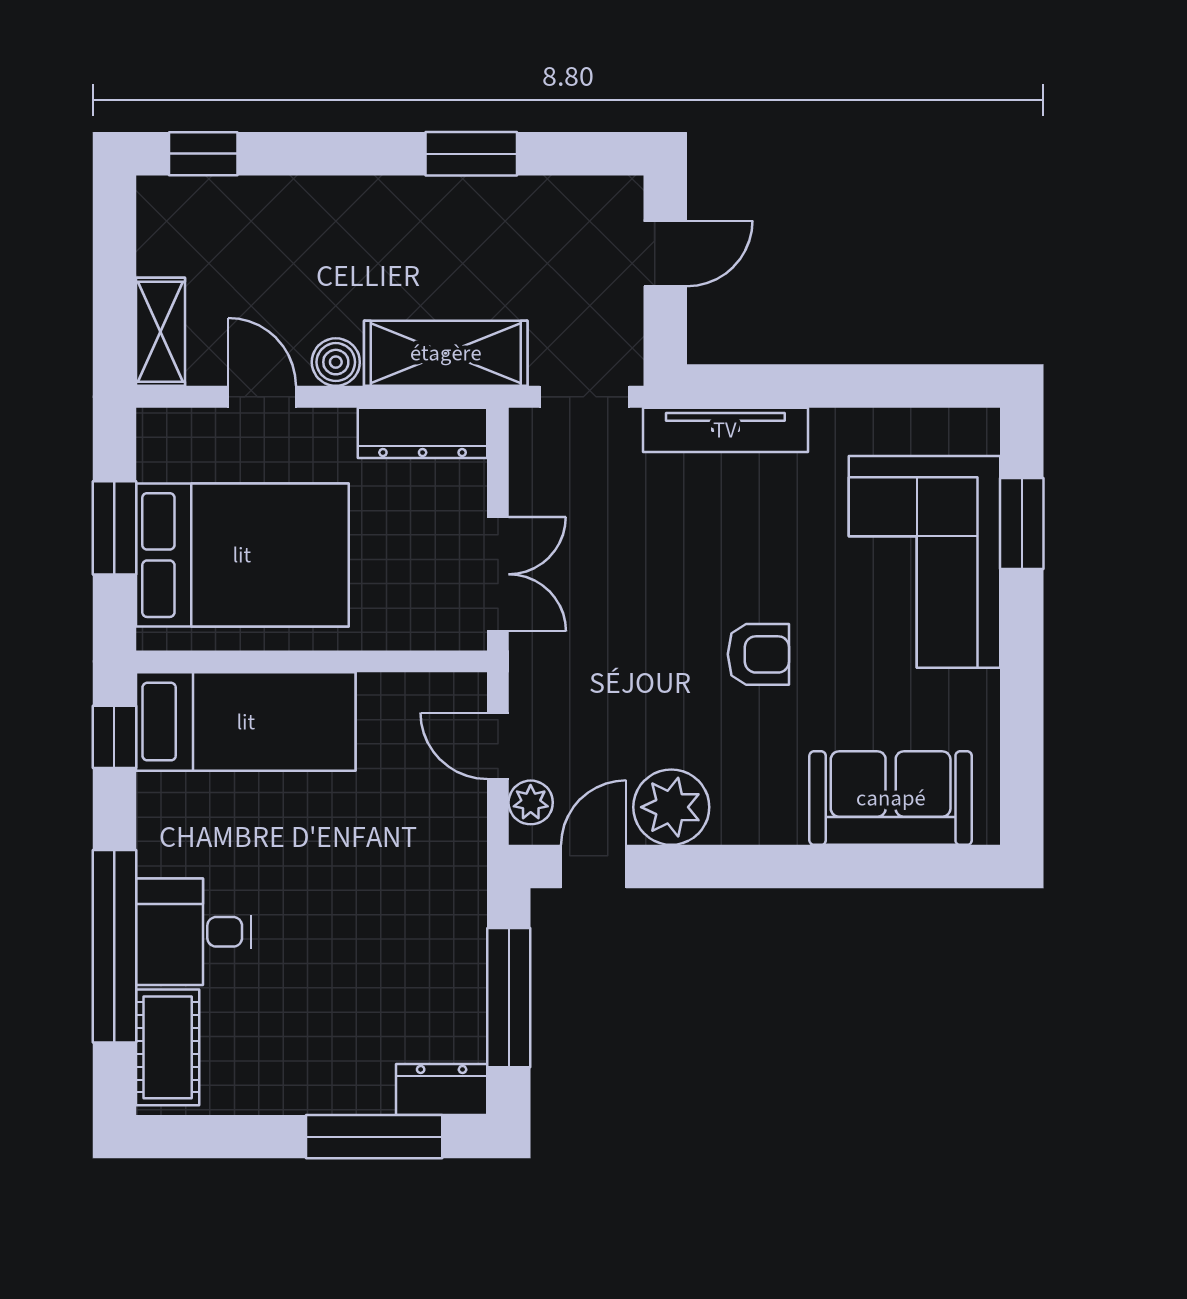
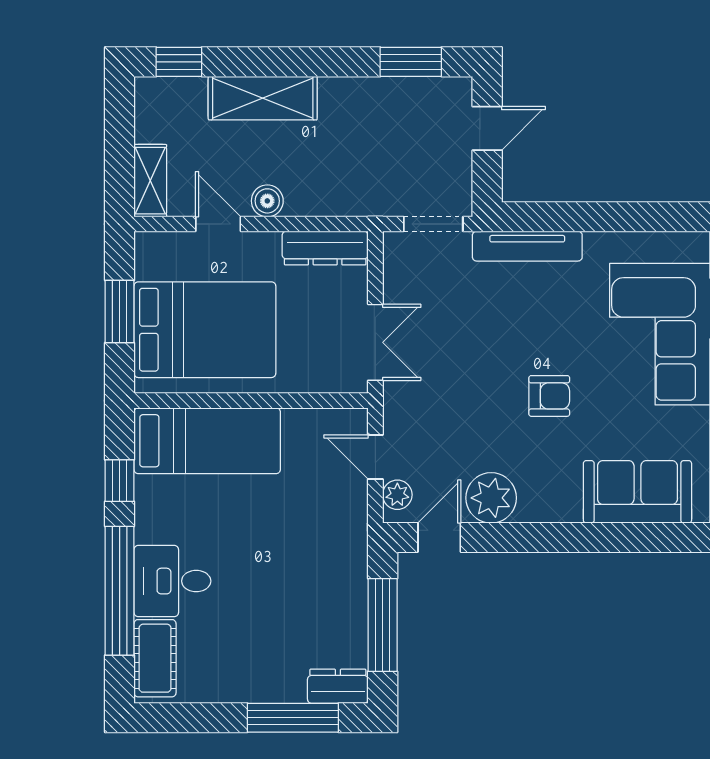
window: (471, 154) -> (411, 62), moved
shelving: (446, 353) -> (263, 98), moved
window: (114, 737) -> (120, 481), moved

